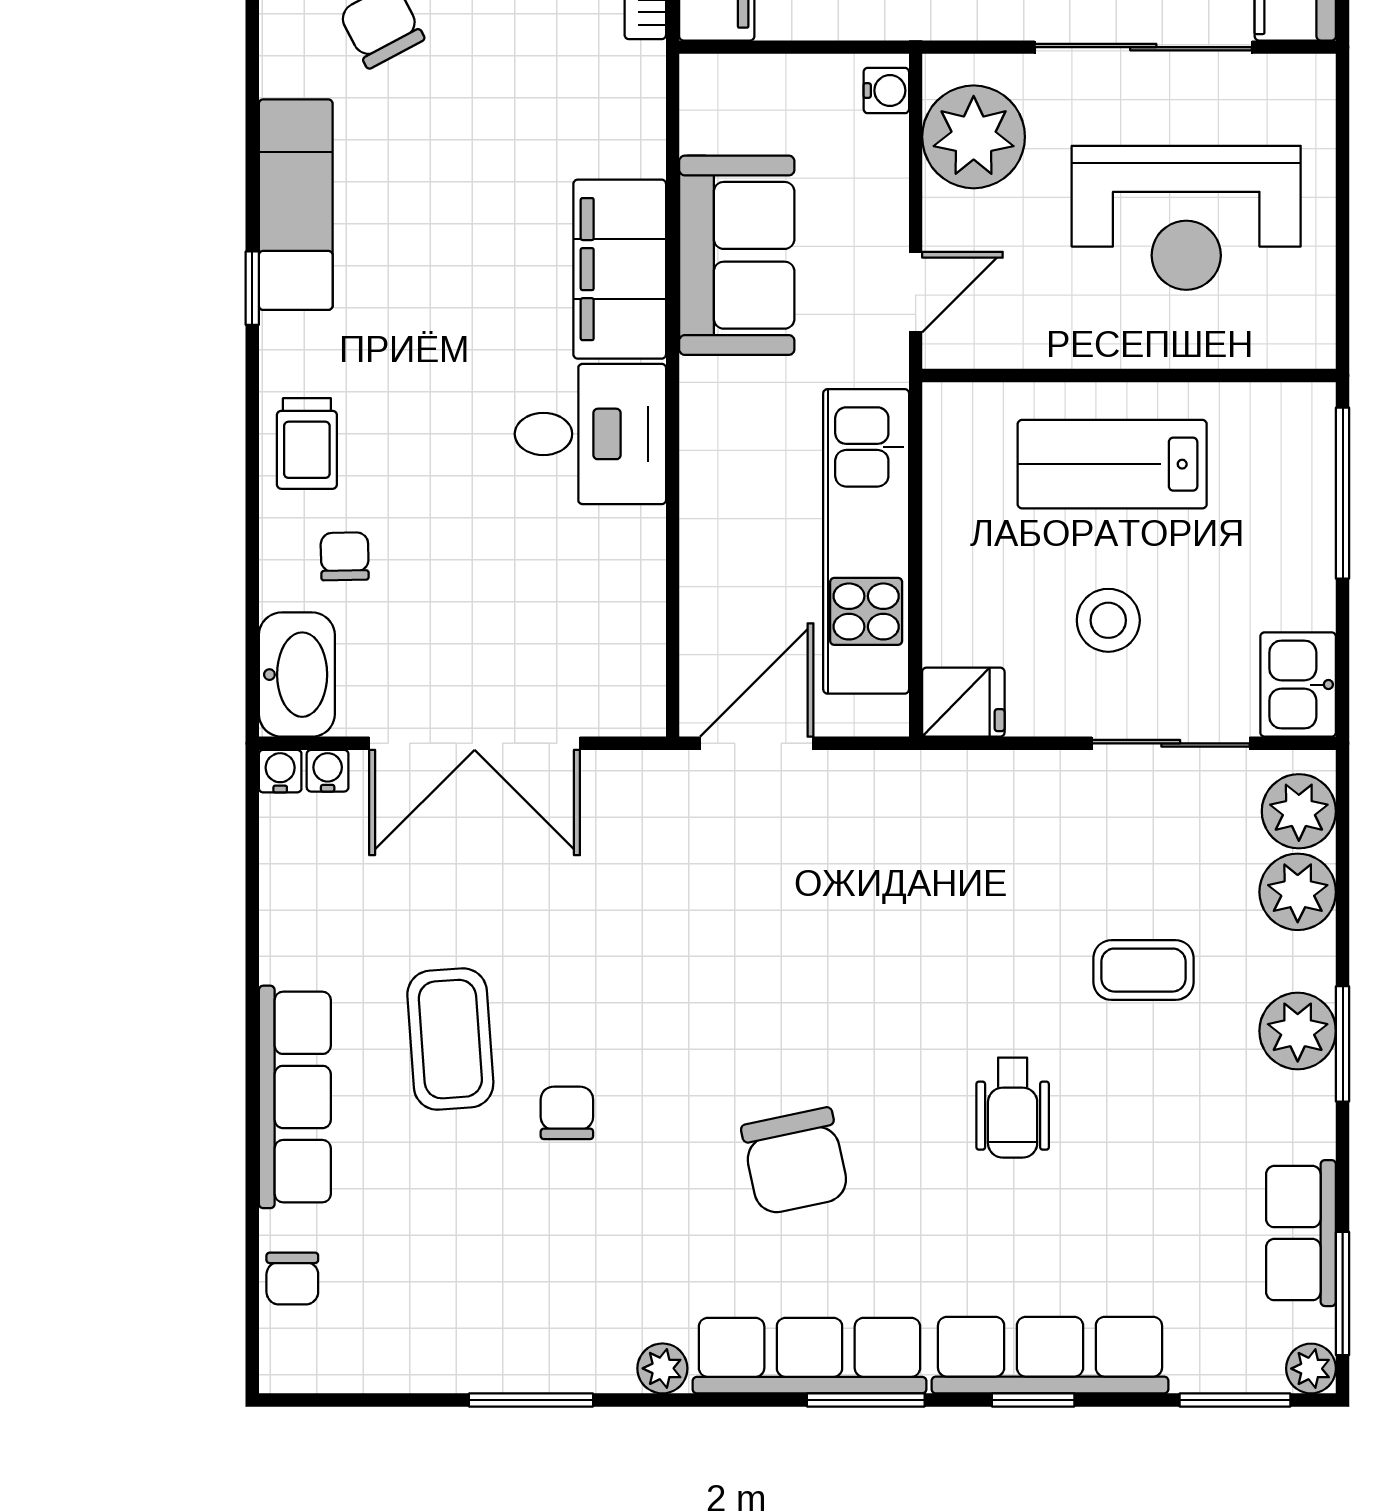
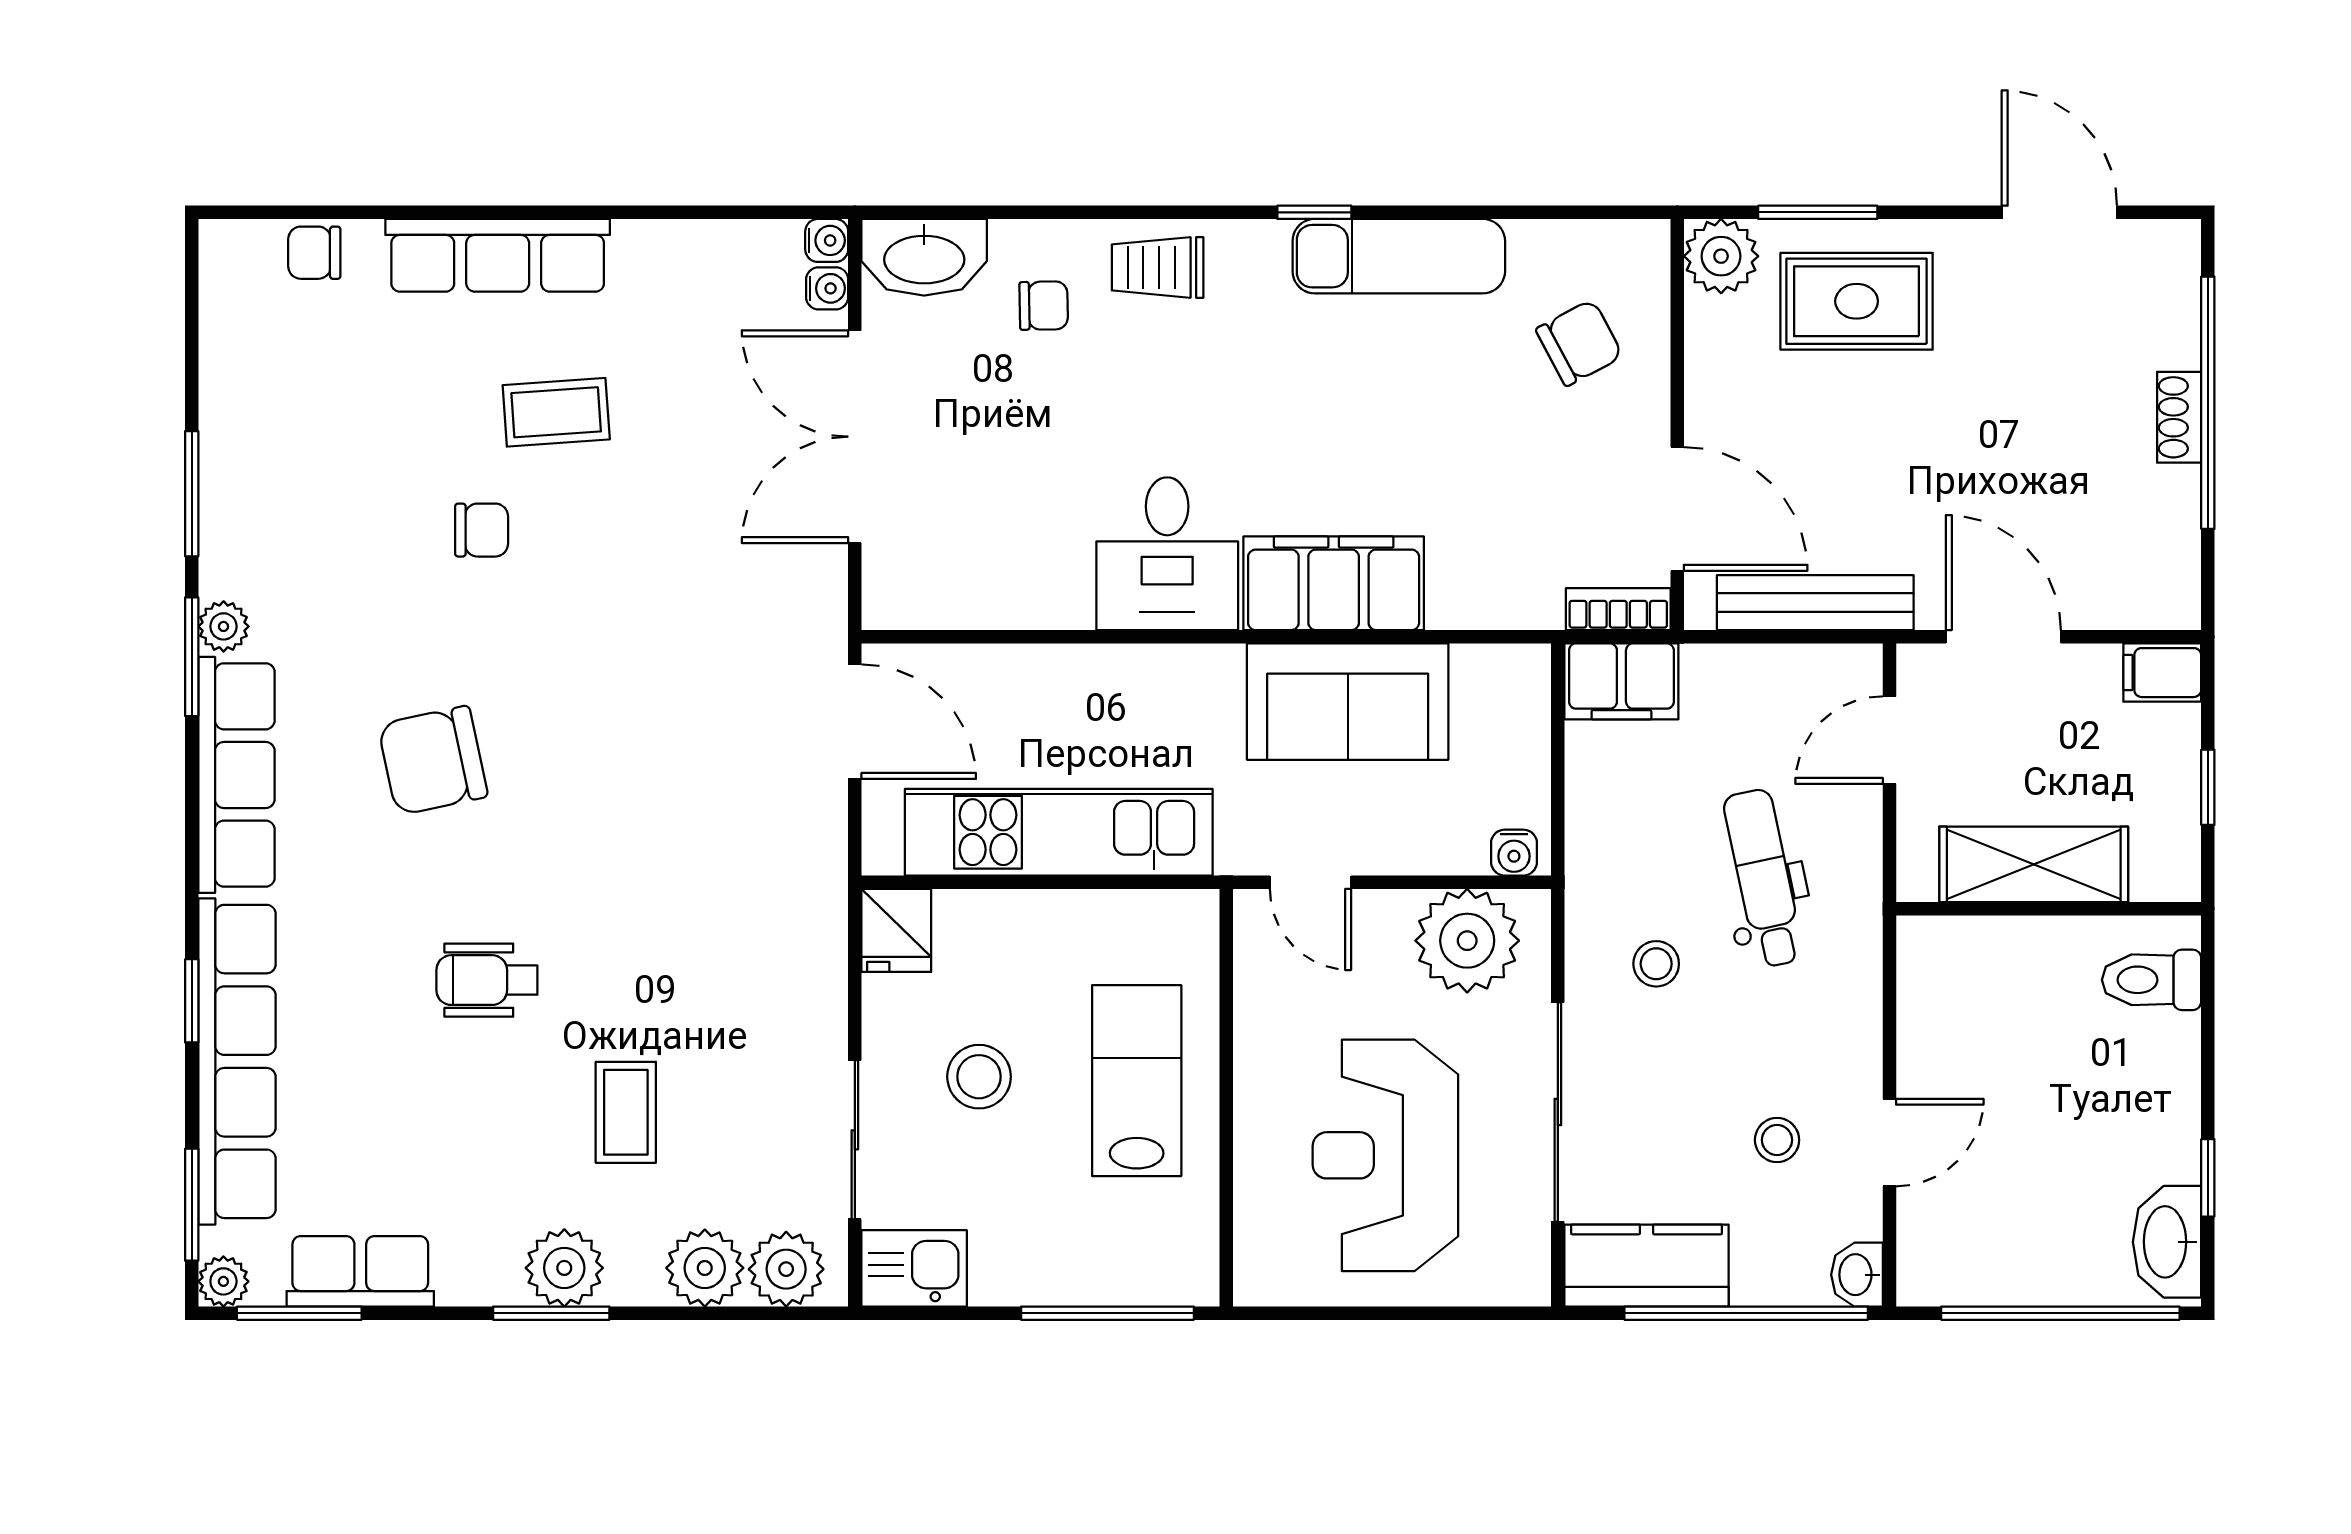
coffee table: (450, 1039) -> (556, 412), width x0.73, depth x0.77
row of seats: (1050, 1355) -> (237, 1061), width x1.36
window: (866, 1400) -> (192, 657), moved

